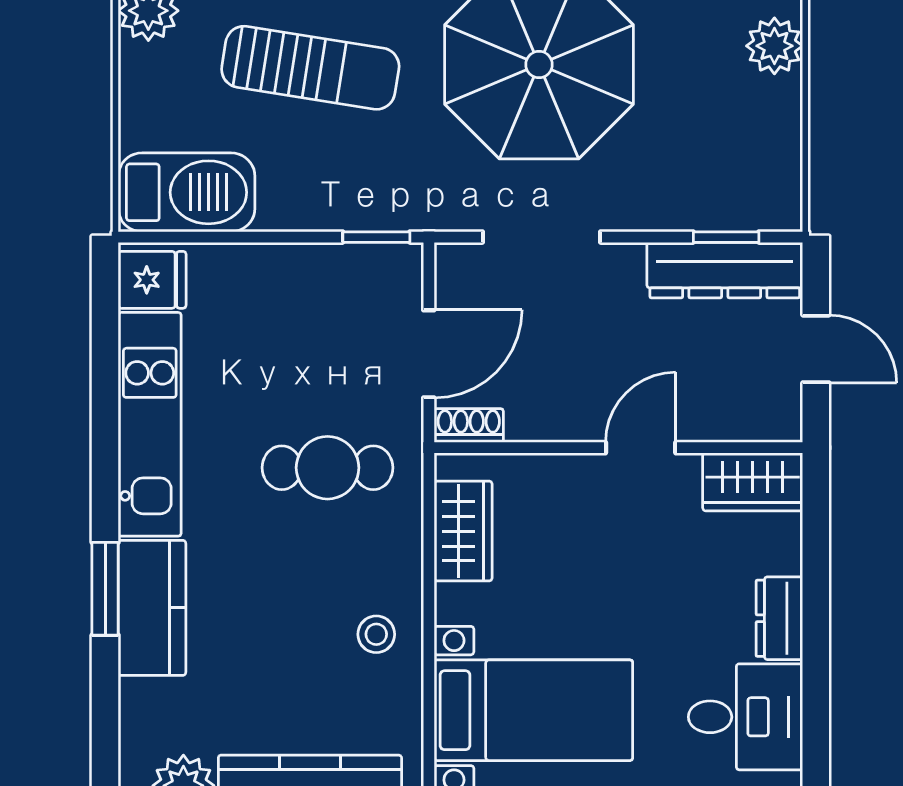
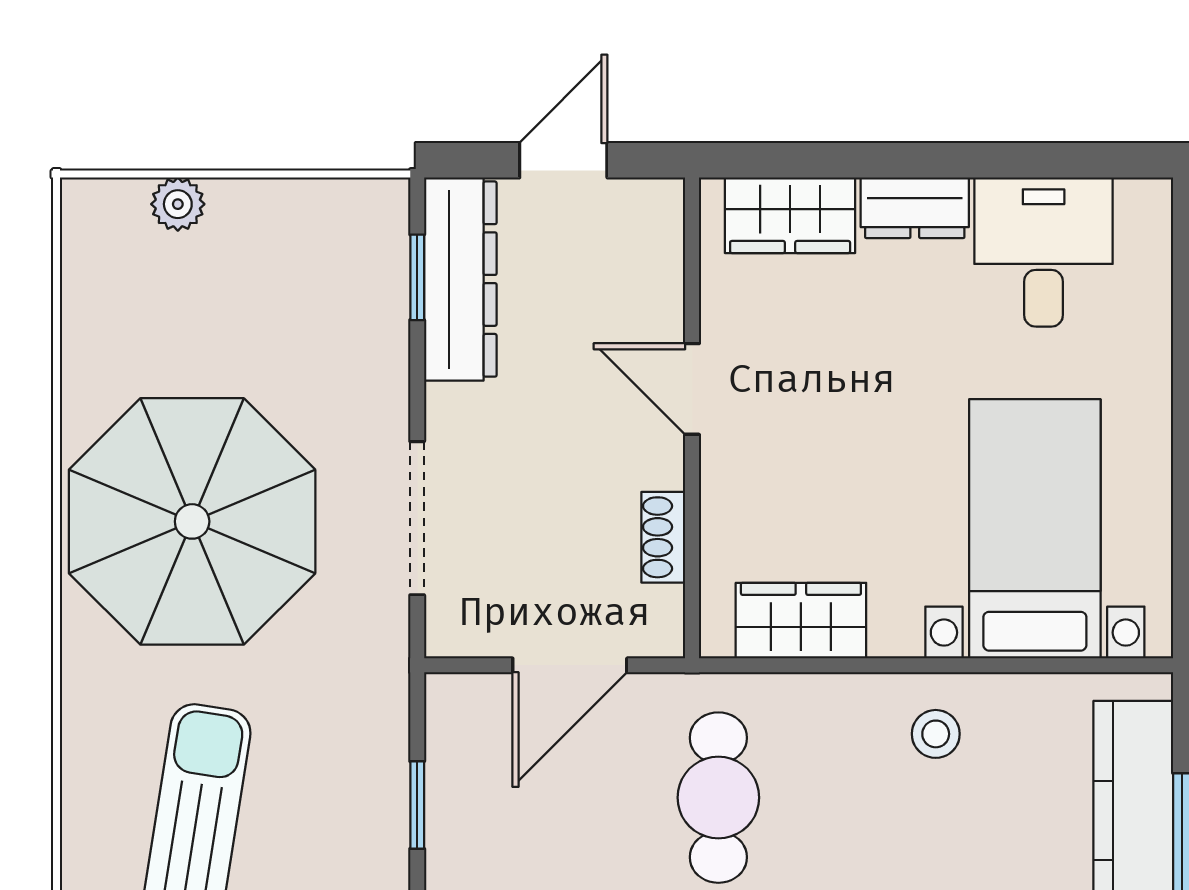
plant: (774, 46) -> (178, 204), width x0.73, depth x0.73
window: (376, 237) -> (417, 805), moved
door: (429, 354) -> (570, 665), swing flipped
shoe rack: (469, 426) -> (663, 537), moved
wardrobe: (753, 482) -> (790, 215), moved, turned 90

